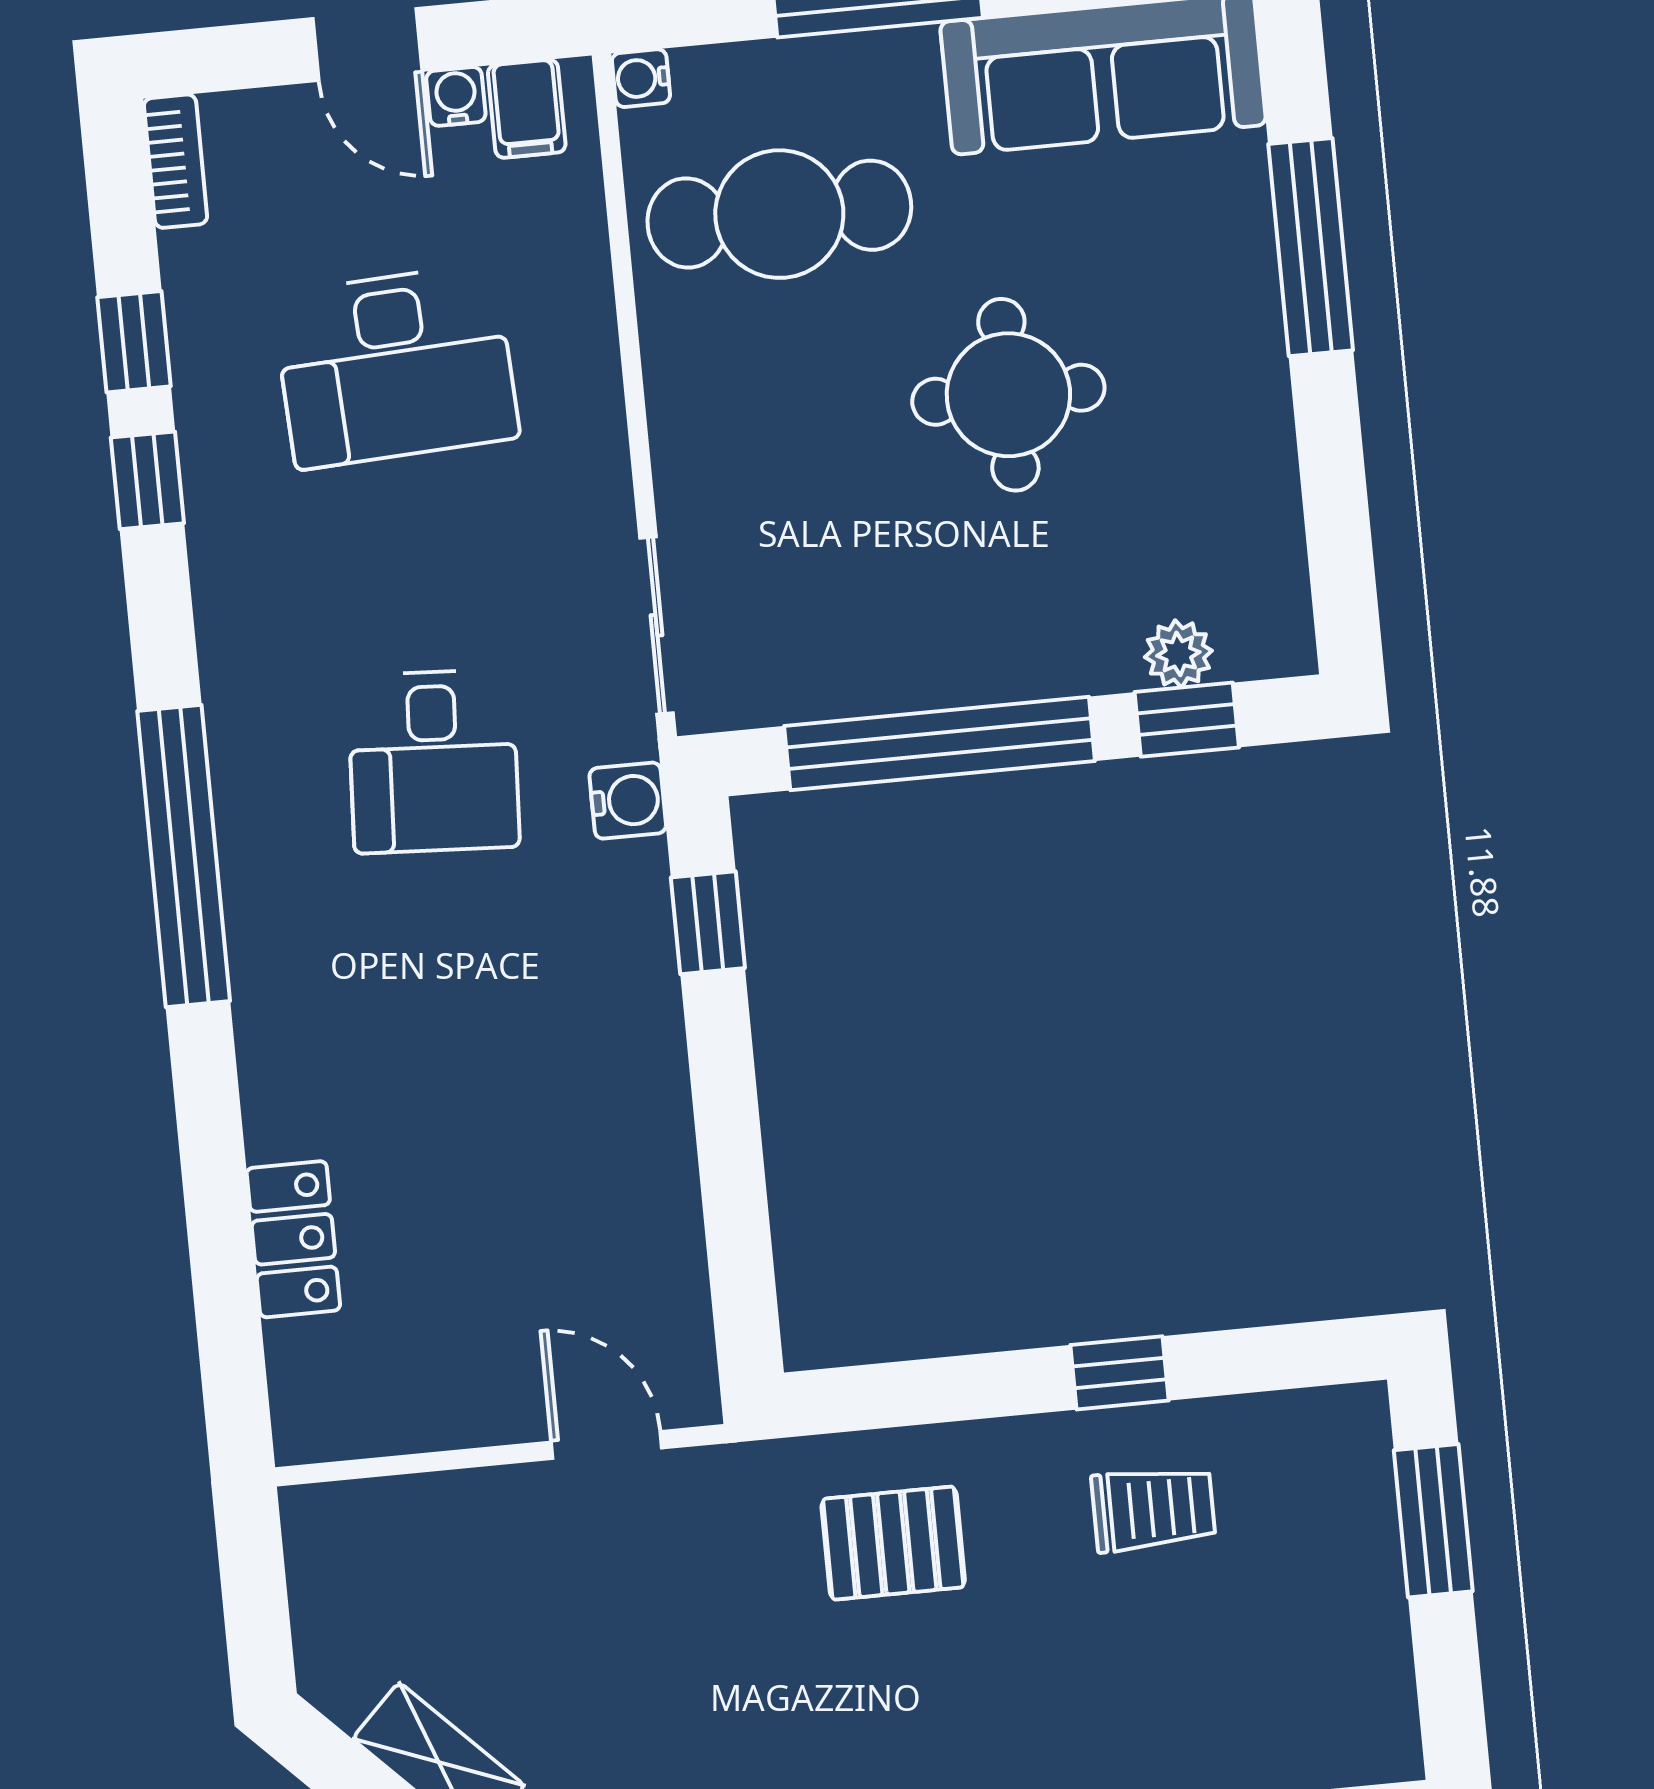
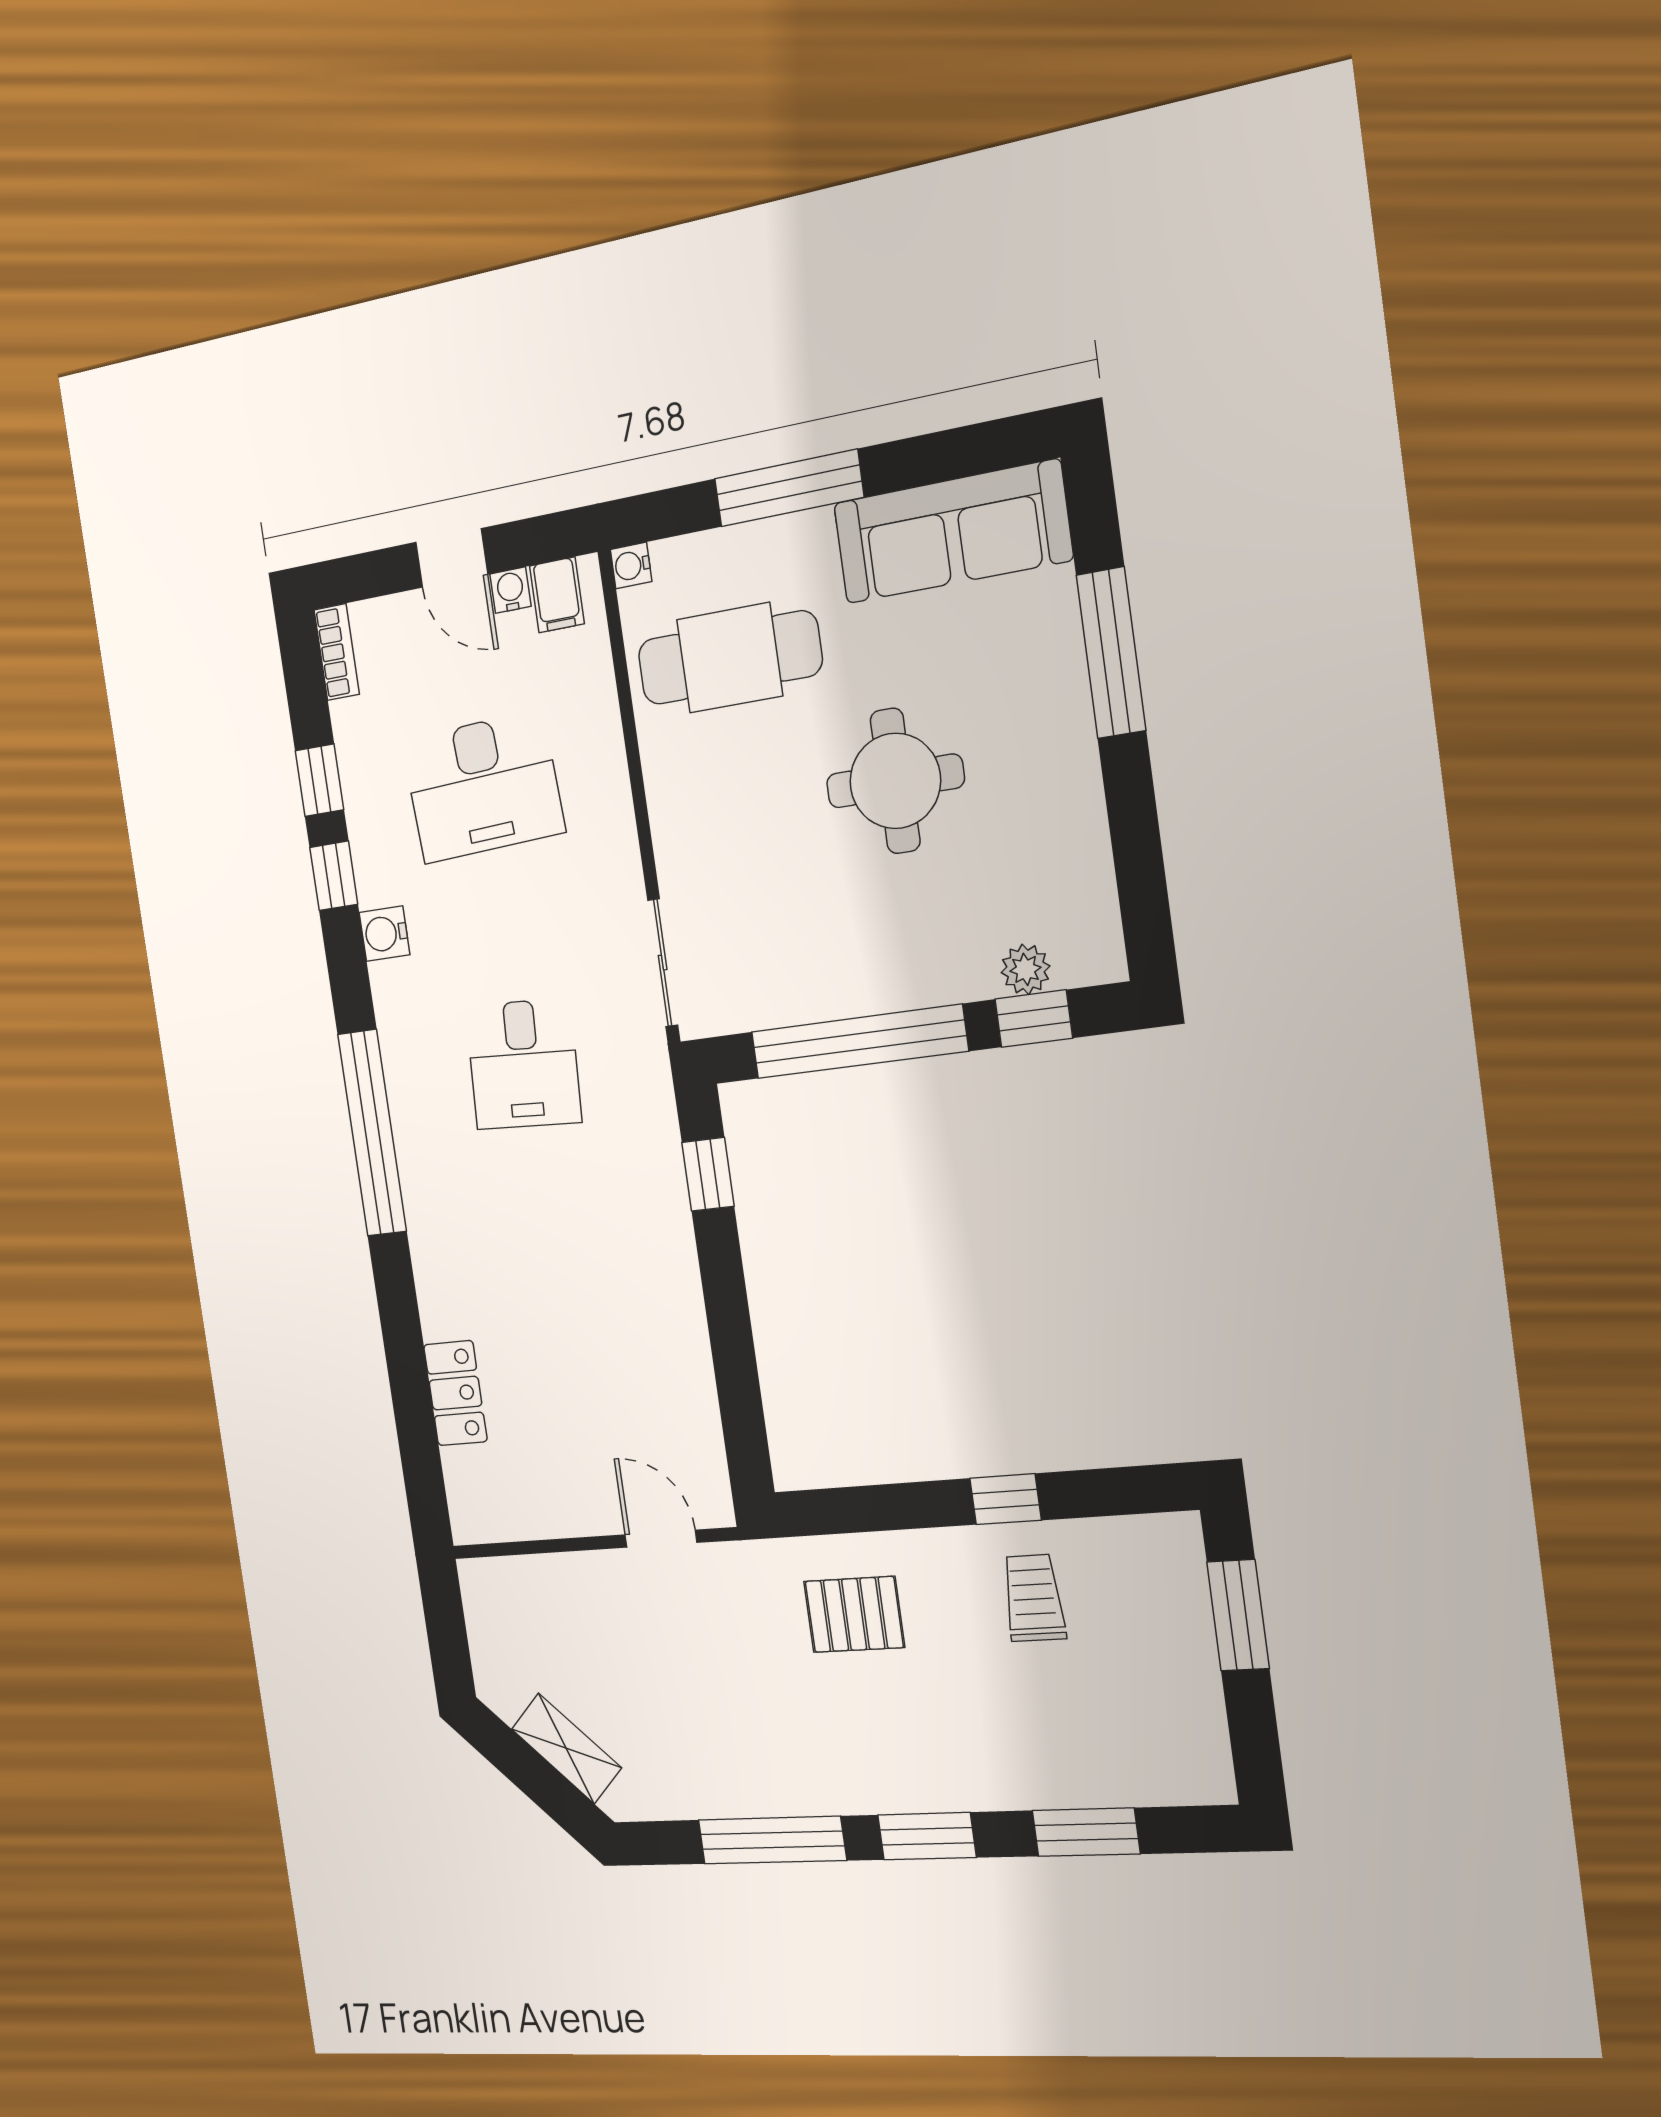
water cooler: (628, 801) -> (384, 934), moved, turned 180
trolley: (1153, 1509) -> (1034, 1598), turned -90

